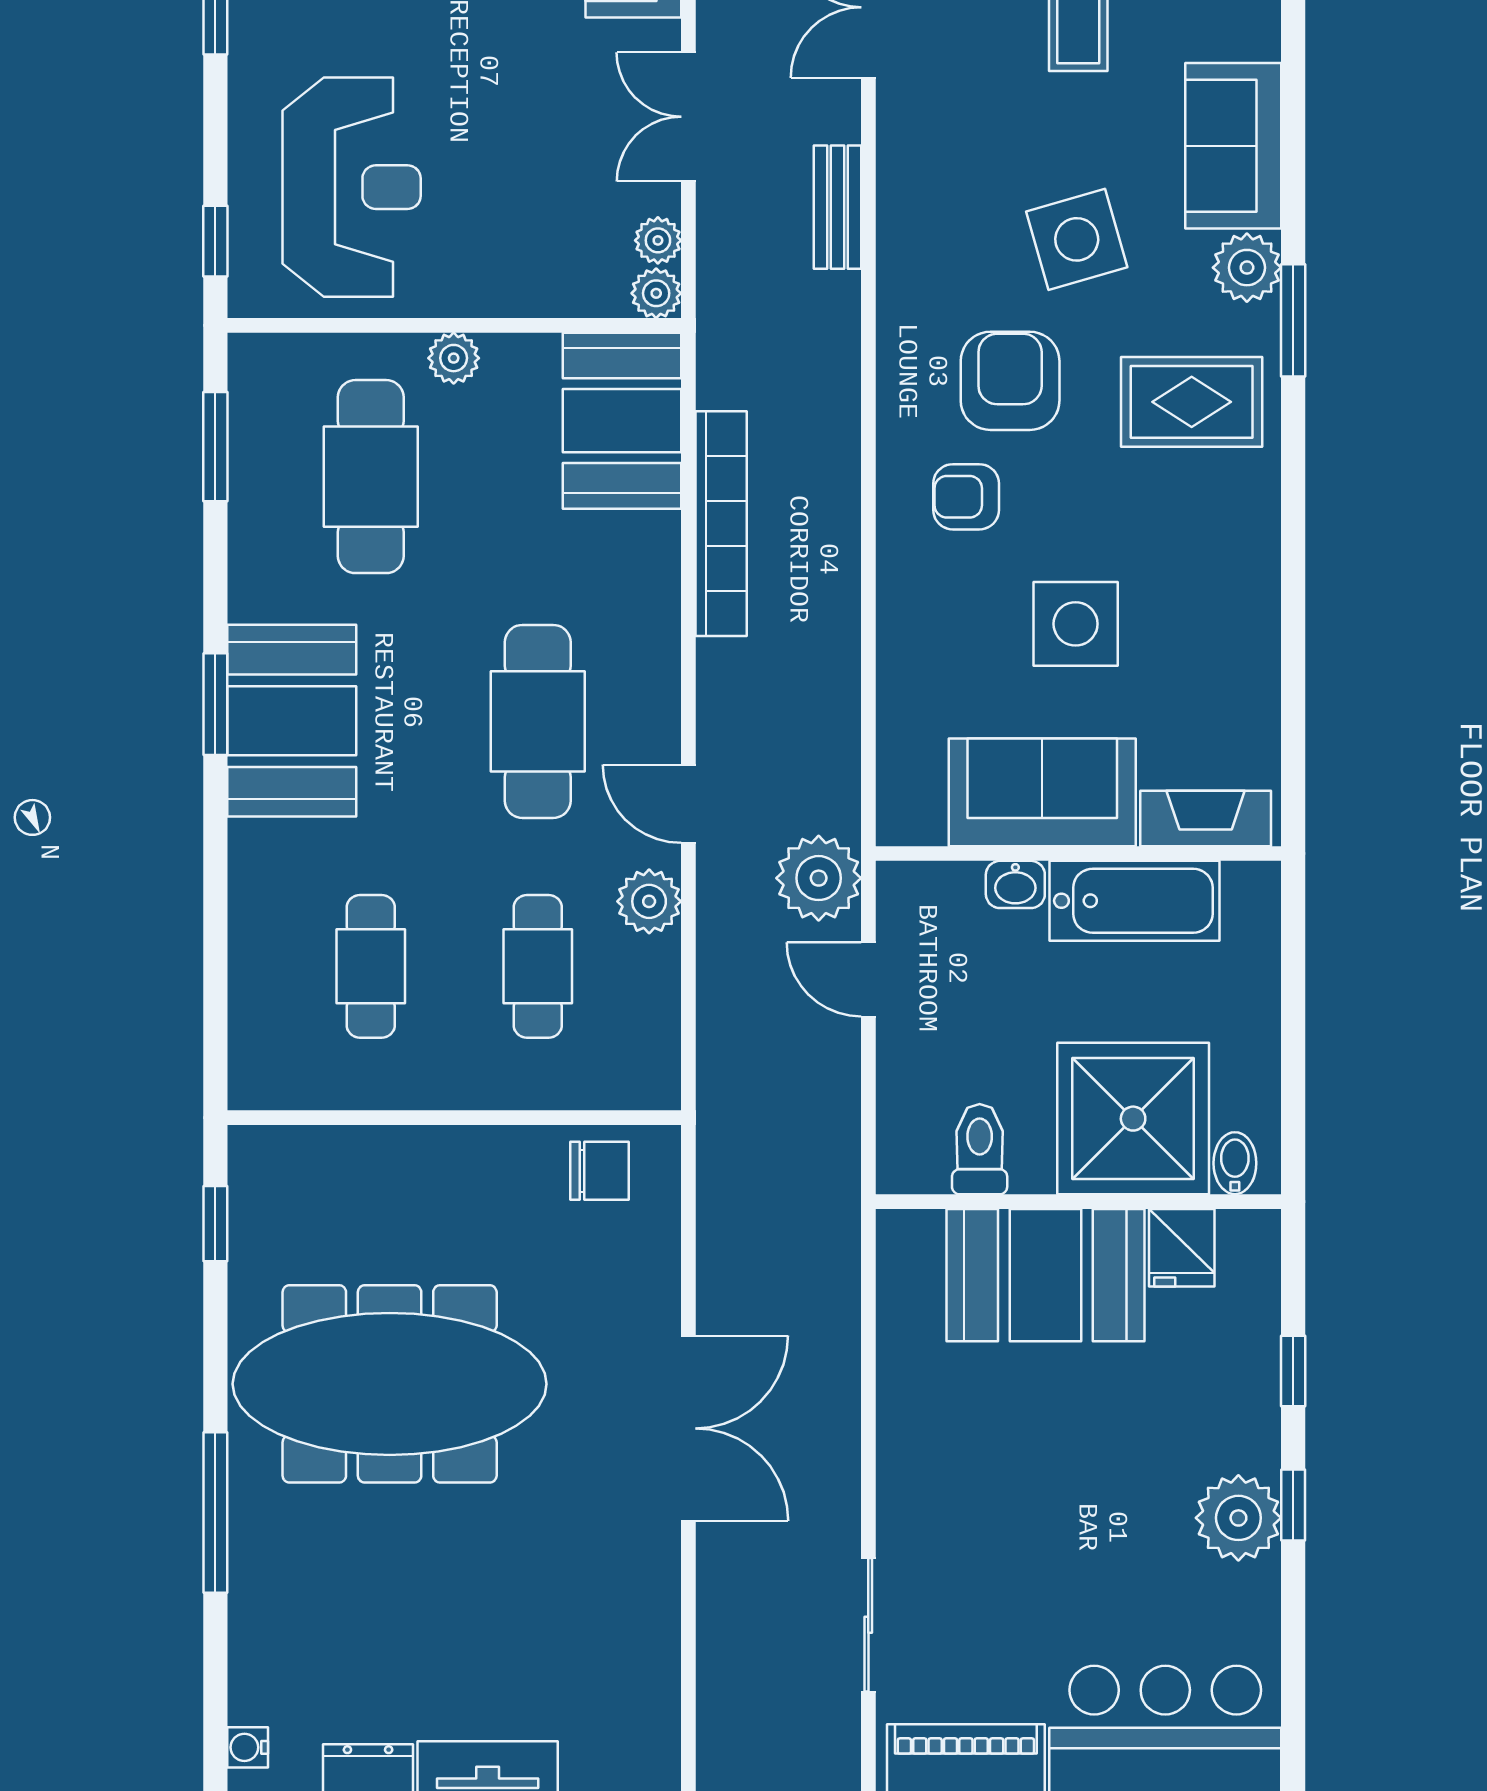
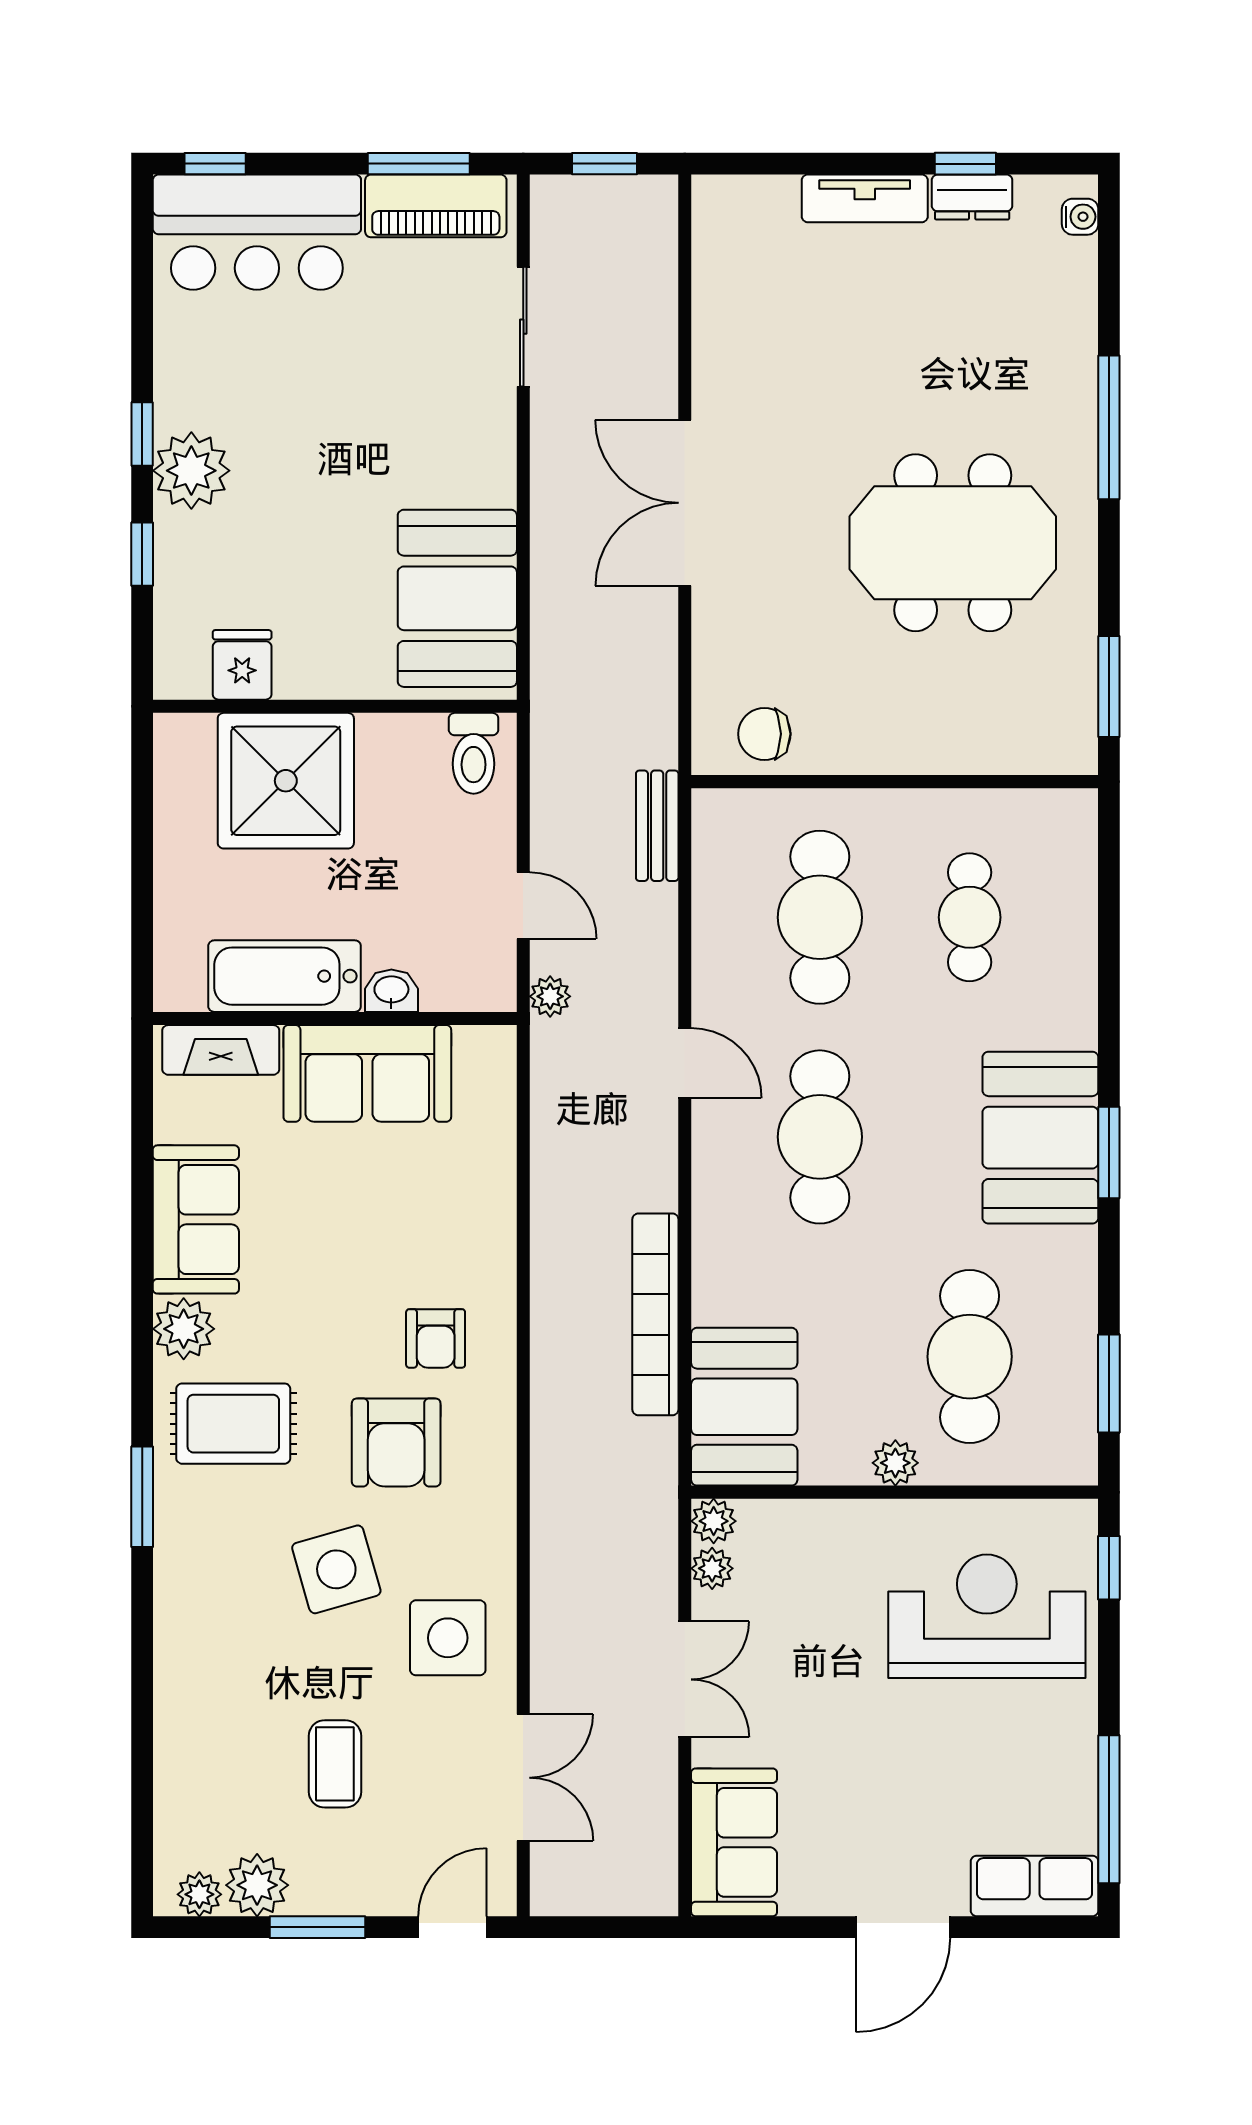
sofa: (1233, 146) -> (196, 1219), moved
reception desk: (352, 187) -> (987, 1616), turned 90
bench: (838, 207) -> (657, 826), moved
plant: (1247, 268) -> (184, 1329), moved
armchair: (966, 497) -> (436, 1338), turned 90
side table: (1076, 624) -> (448, 1638), moved
plant: (819, 878) -> (550, 996), width x0.53, depth x0.53
plant: (649, 901) -> (720, 976), removed
cafe table: (538, 966) -> (820, 917), width x1.37, depth x1.35
toilet: (980, 1149) -> (474, 753), moved
bidet: (1235, 1163) -> (194, 741), removed
window: (215, 1224) -> (1109, 686), width x1.50
booth: (1045, 1275) -> (457, 598), moved, turned 90
meeting table: (390, 1384) -> (953, 543), width x0.73
plant: (1238, 1518) -> (191, 471), moved

